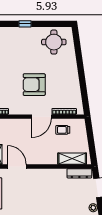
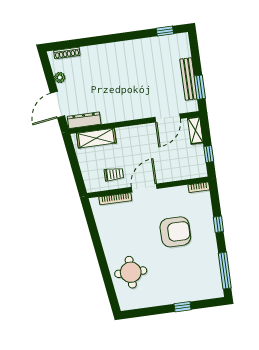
round table: (54, 42) -> (131, 272), moved
armchair: (34, 85) -> (175, 232), moved
door: (17, 166) -> (168, 118), hinge flipped

